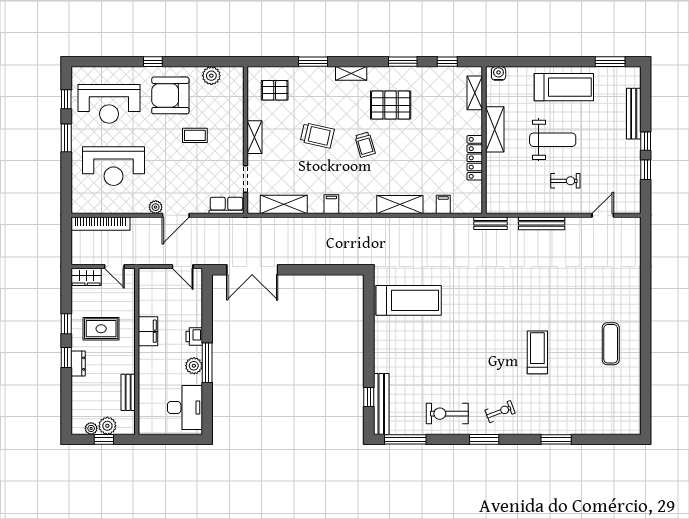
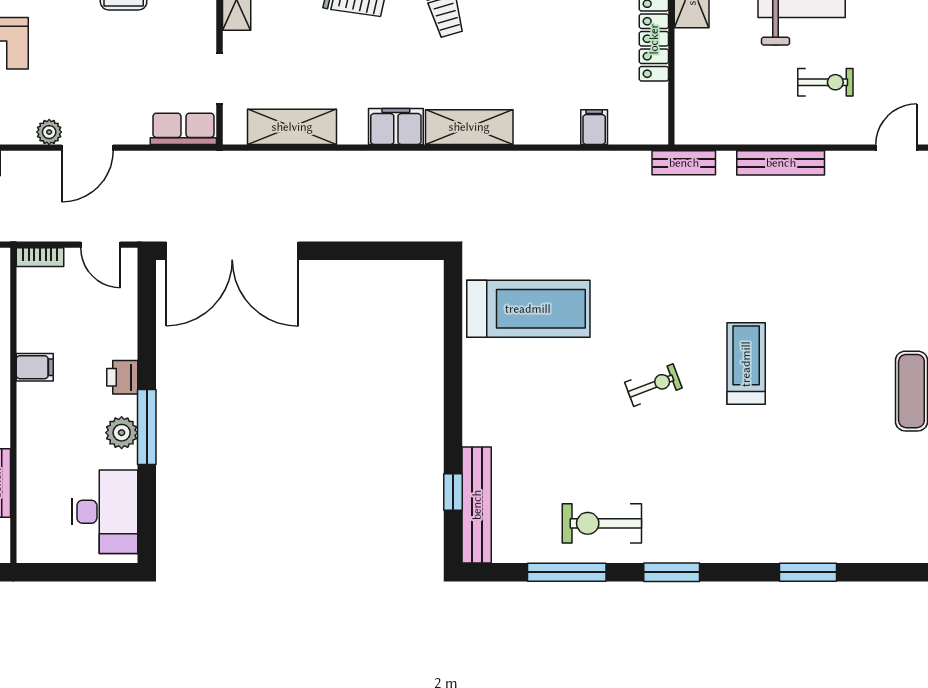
filing cabinet: (331, 204) -> (396, 126), width x2.00
shelving: (400, 205) -> (469, 127), moved
double door: (252, 270) -> (232, 251), width x1.36
bookcase: (151, 273) -> (40, 257), added
filing cabinet: (148, 331) -> (35, 367), width x0.50
treadmill: (537, 352) -> (746, 364), moved
exercise bike: (500, 412) -> (653, 385), moved
window: (405, 439) -> (567, 572), moved

